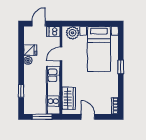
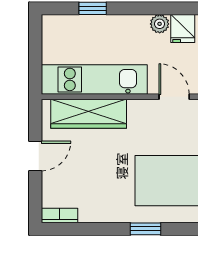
wardrobe: (69, 98) -> (89, 114), width x1.50
window: (42, 117) -> (35, 55), removed

